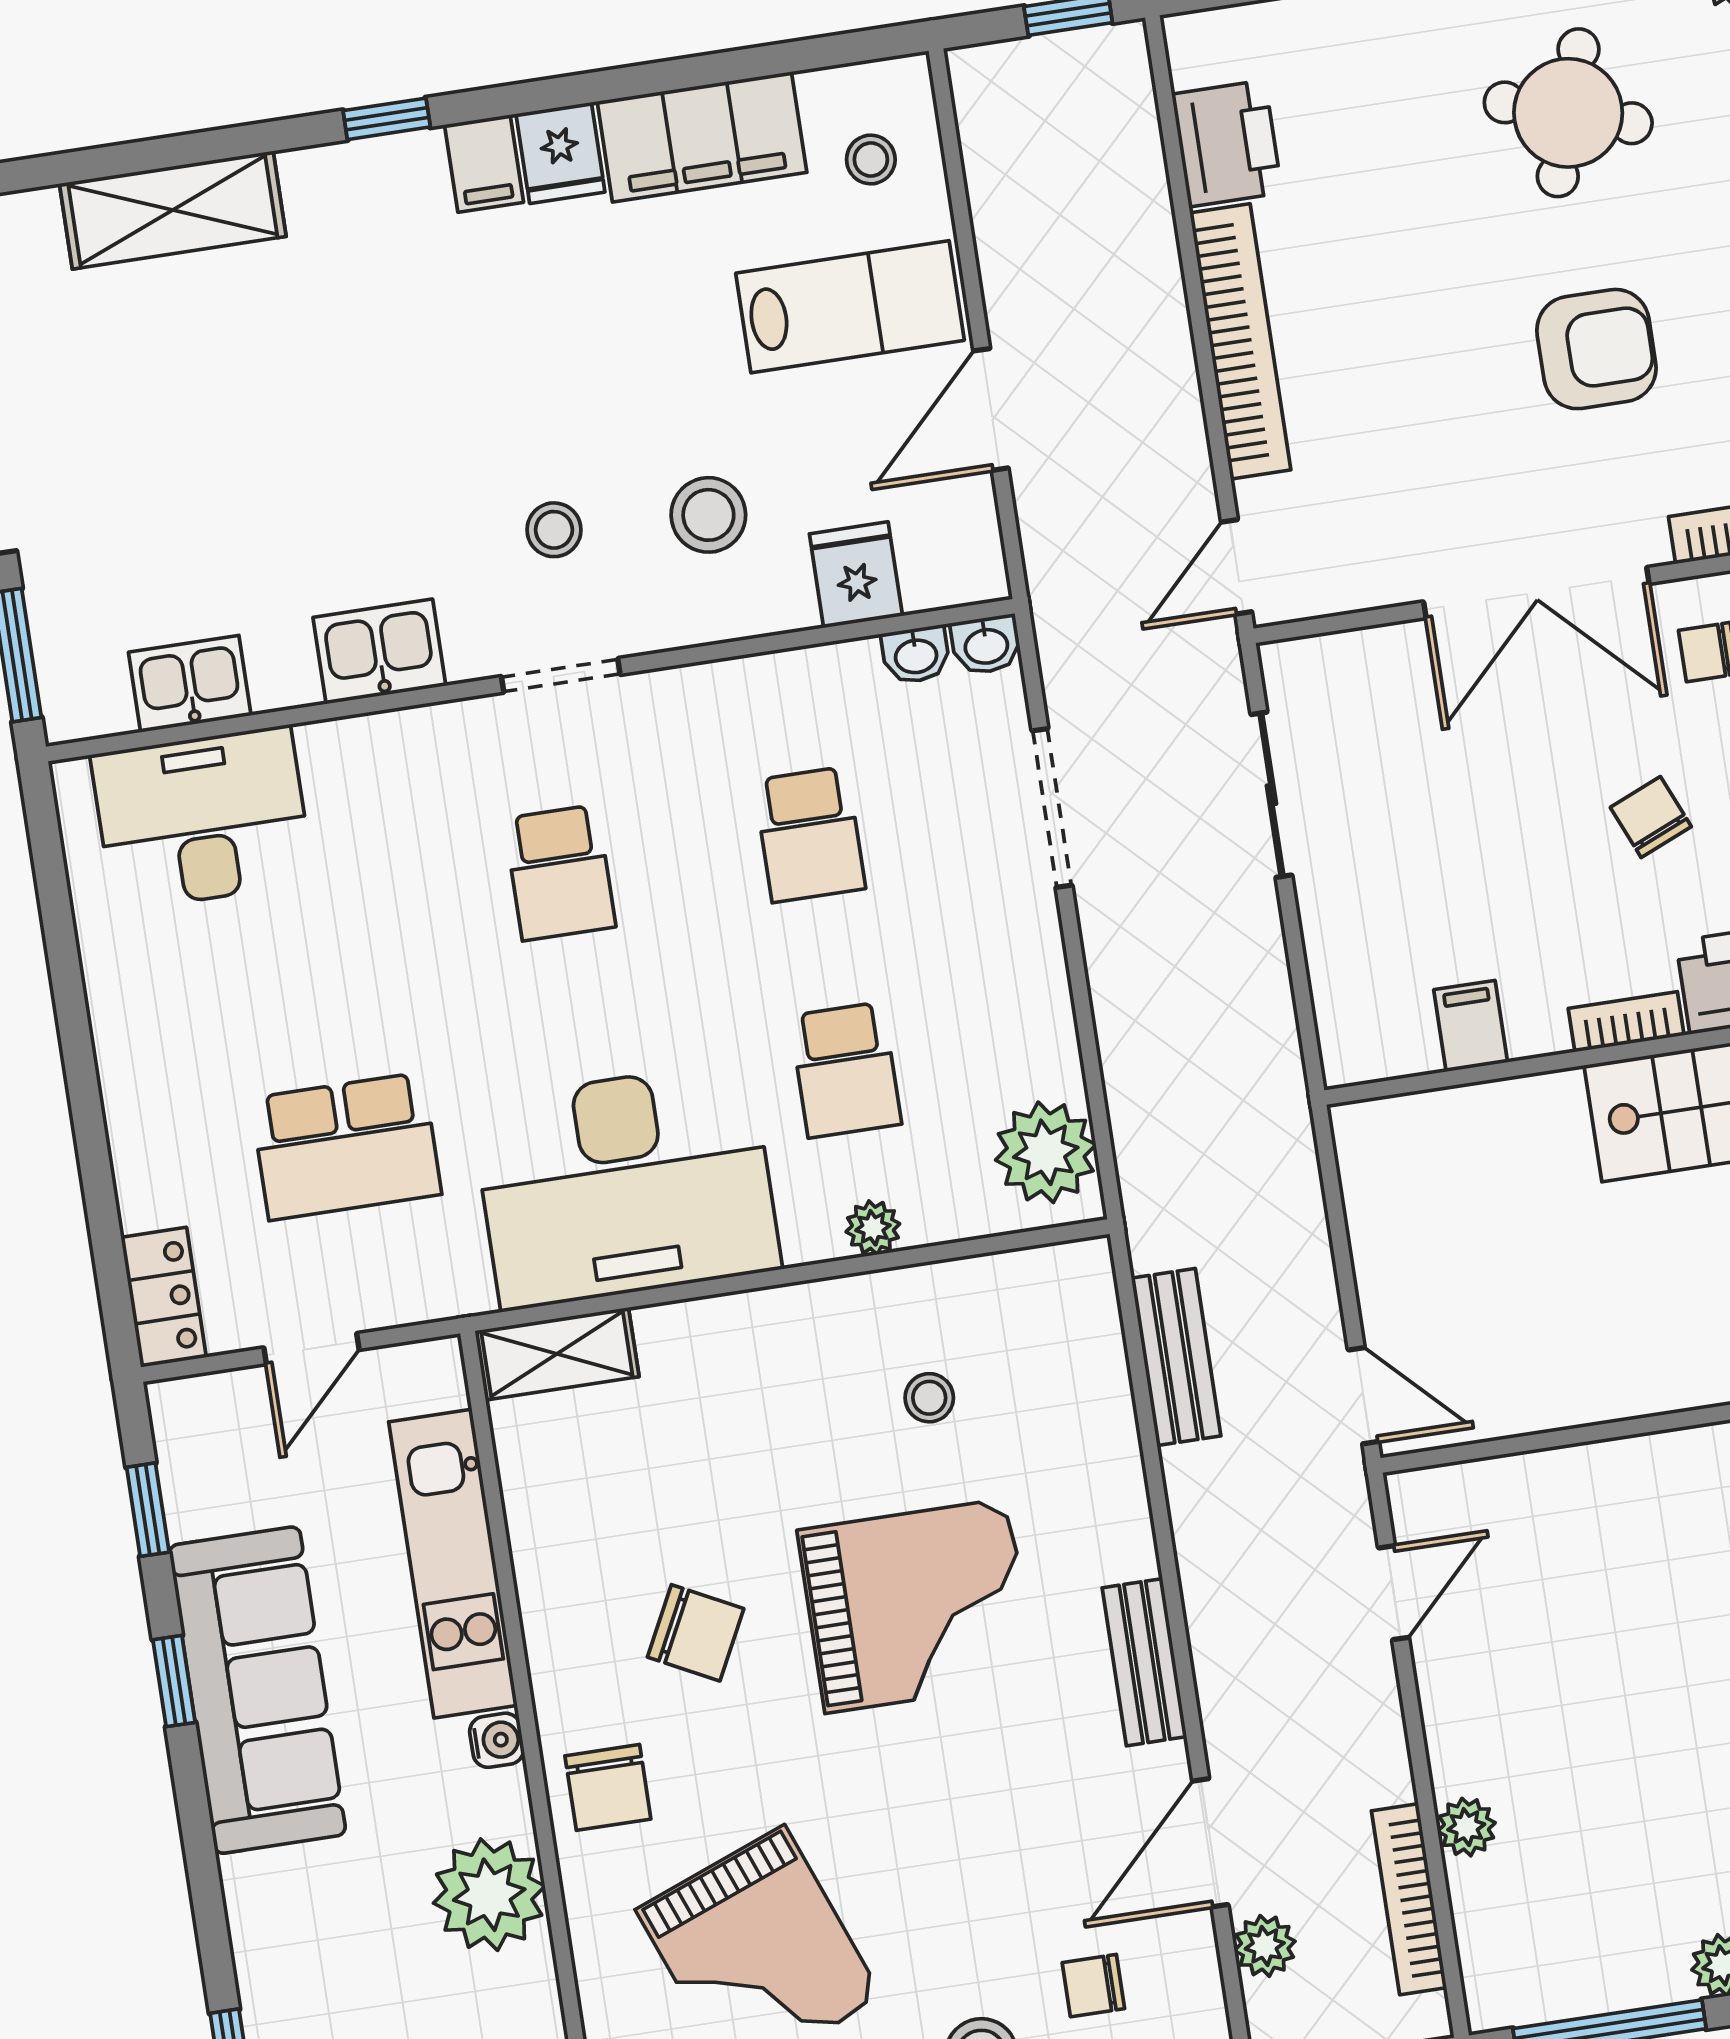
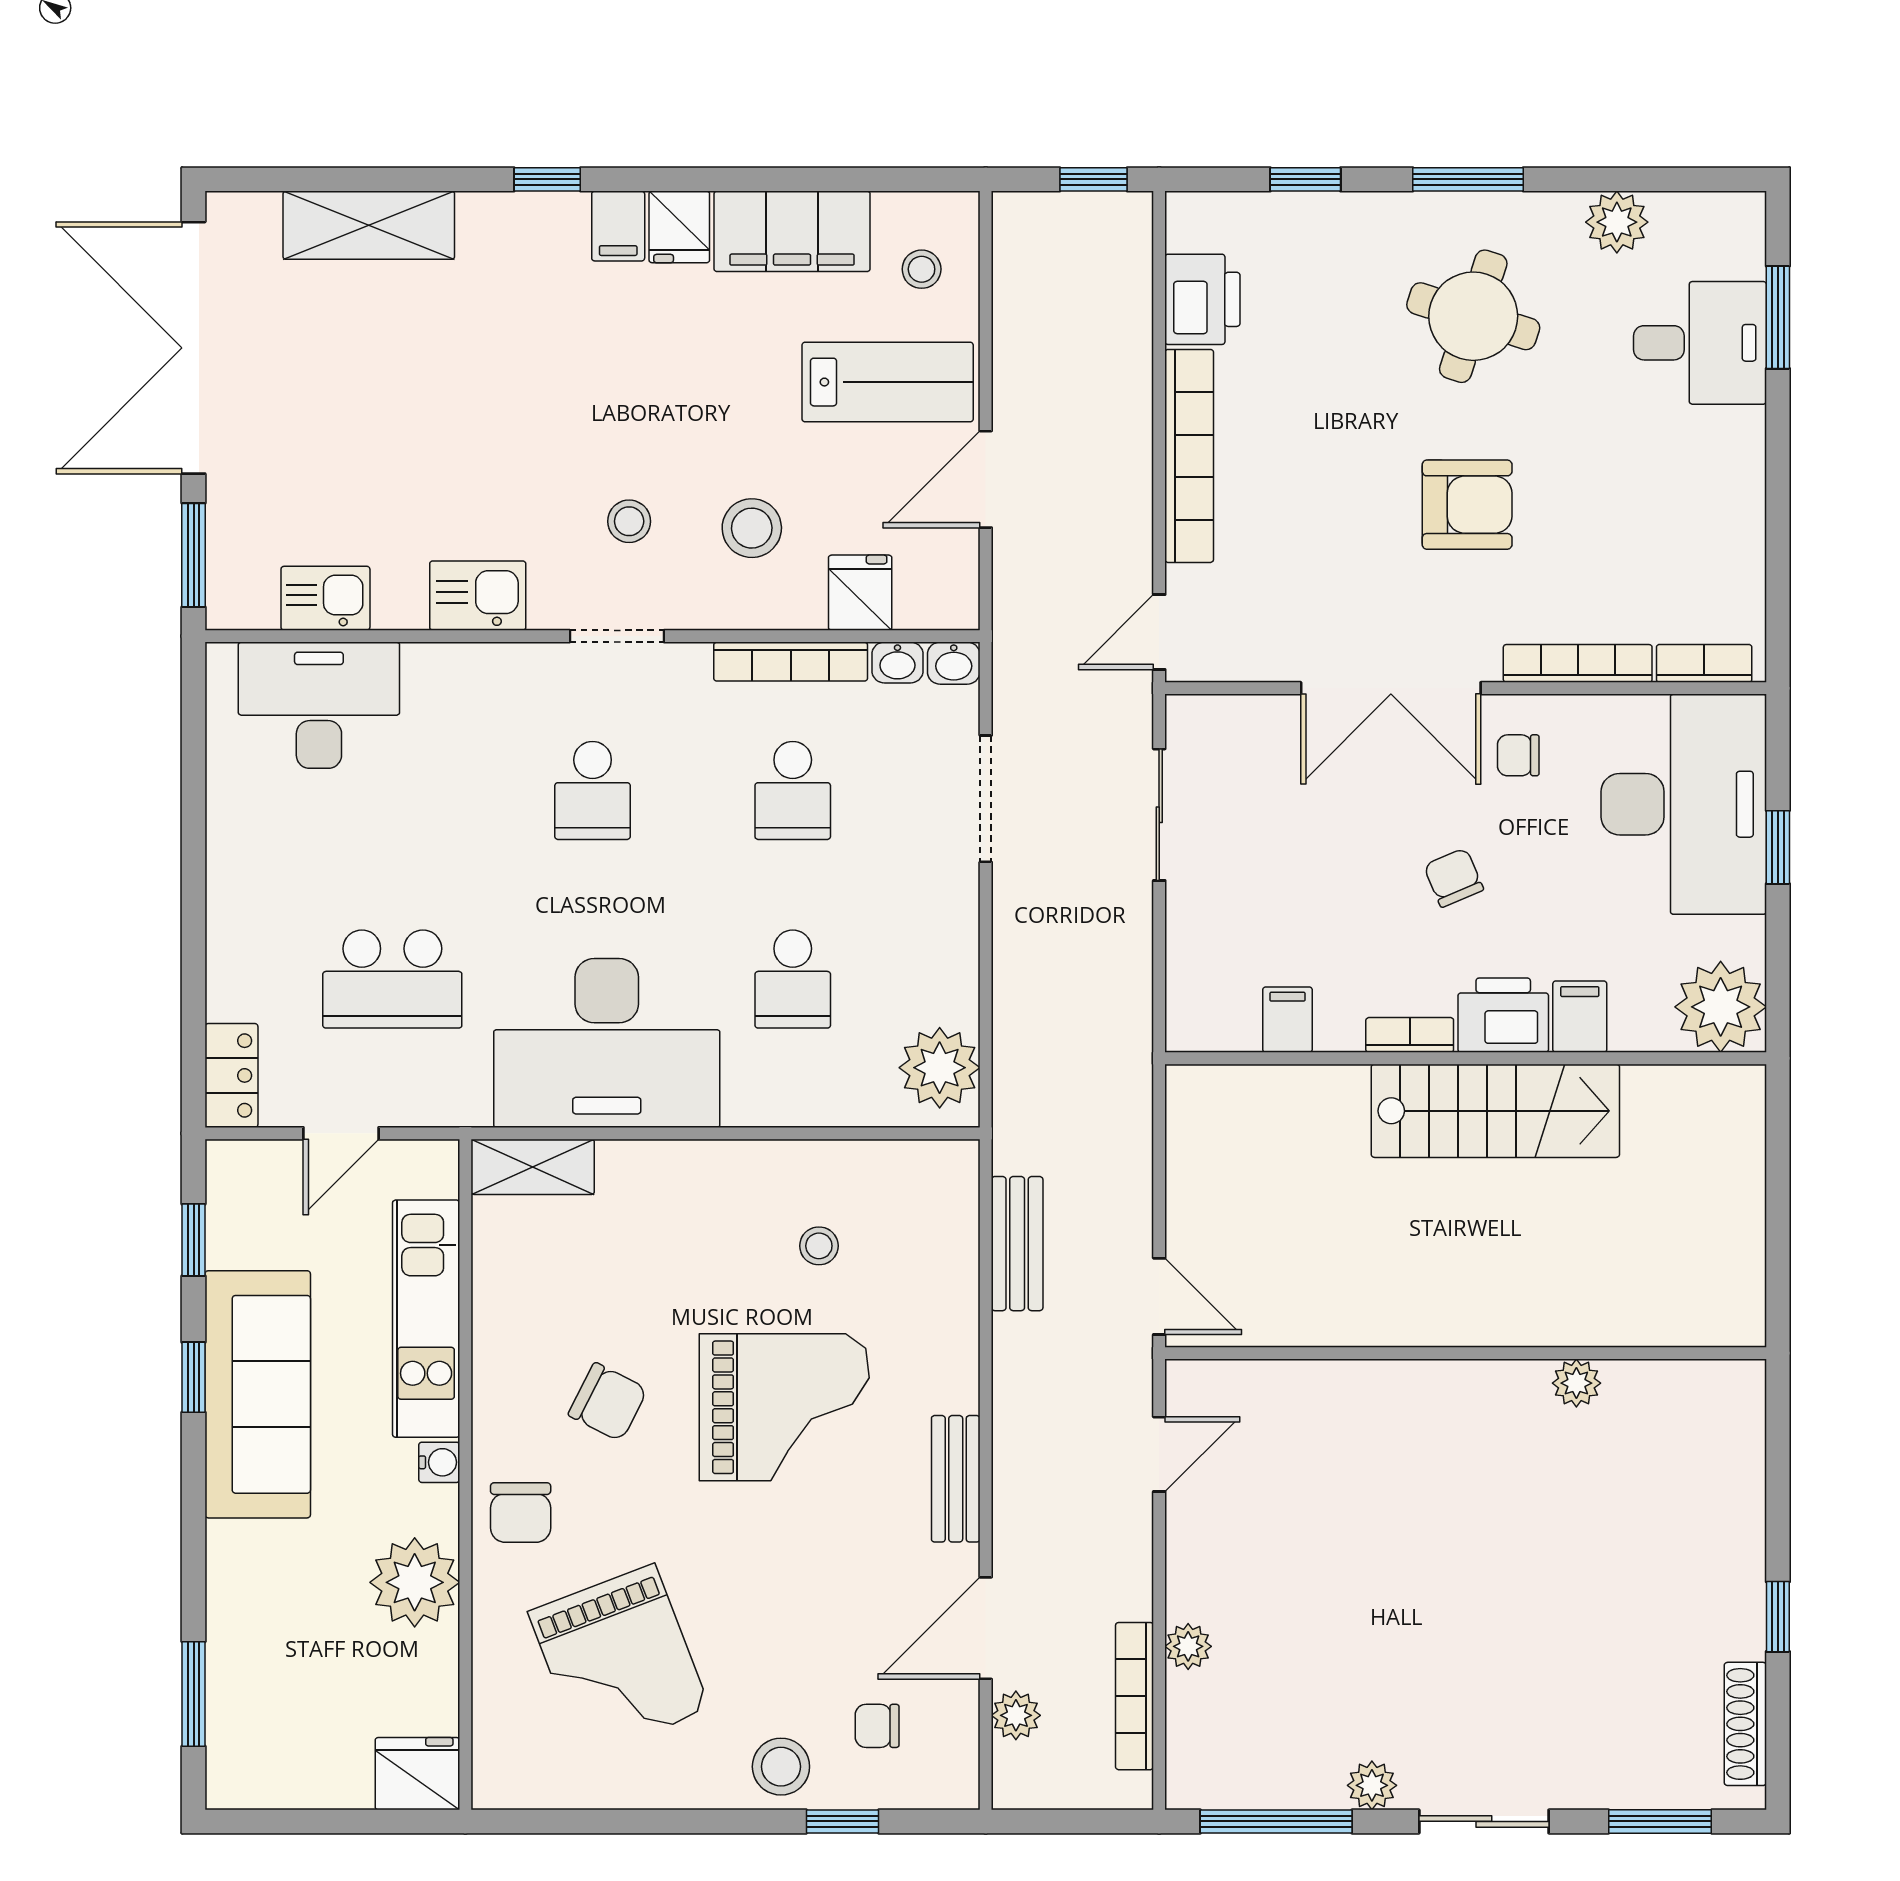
bookcase: (782, 674) -> (791, 662), added
plant: (873, 1228) -> (795, 1106), removed

